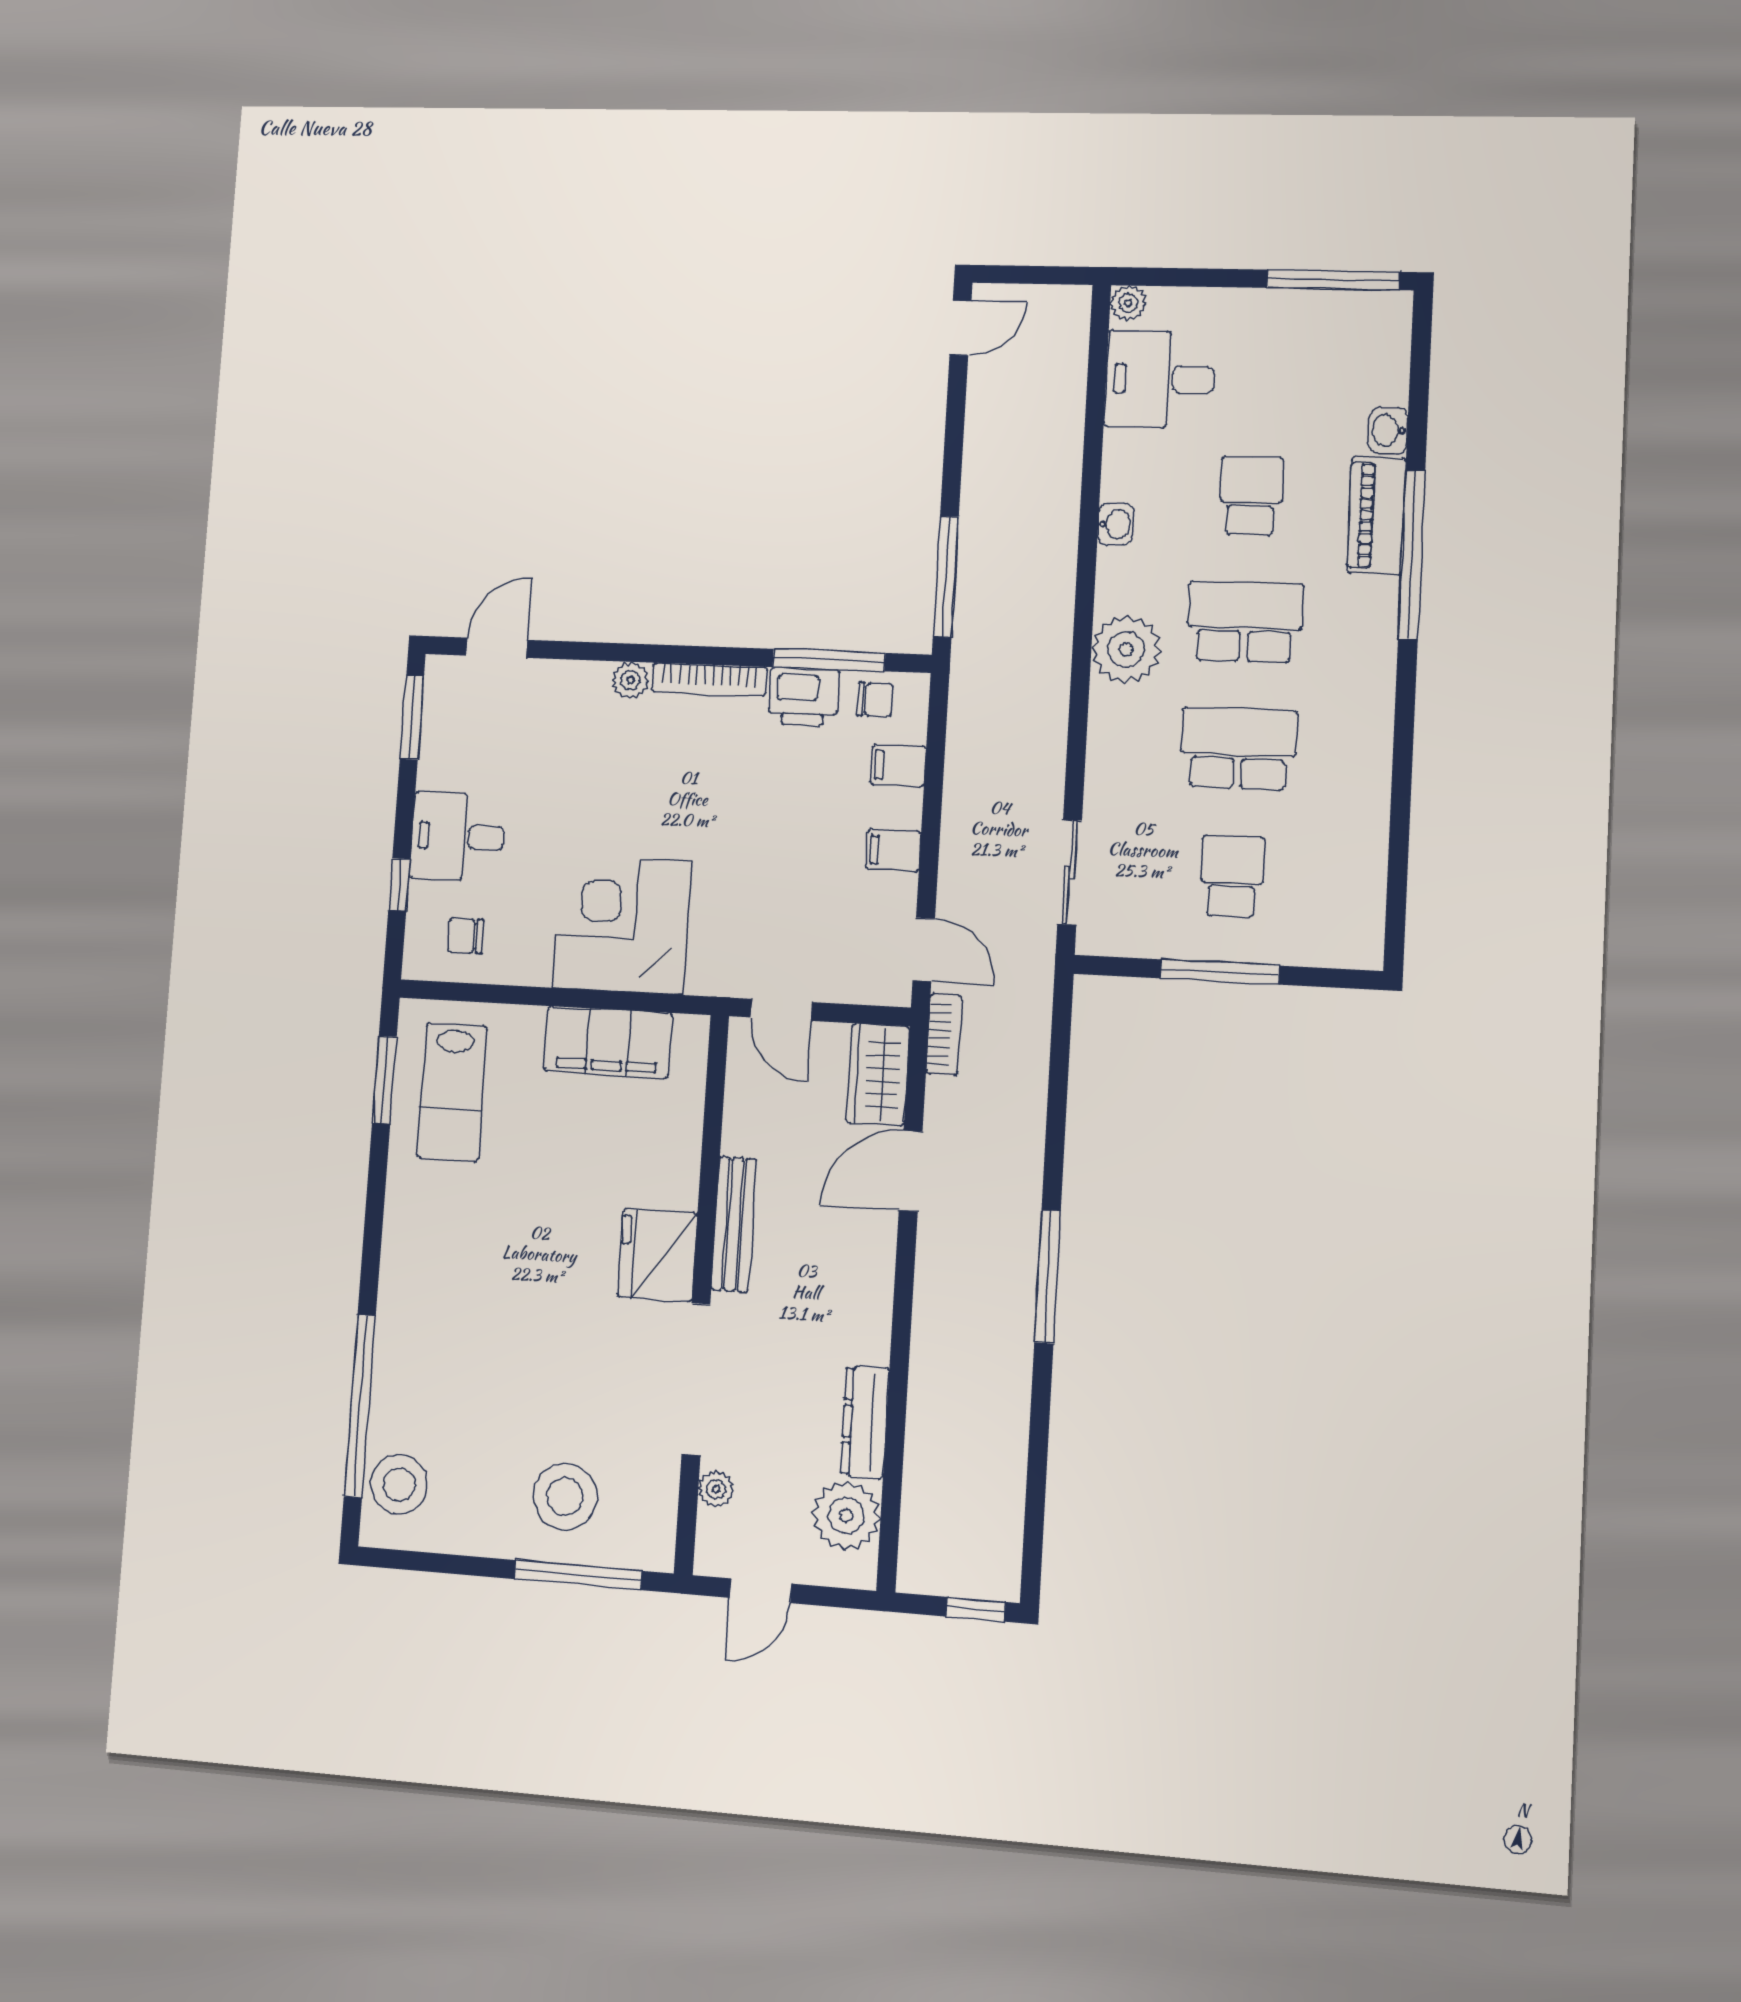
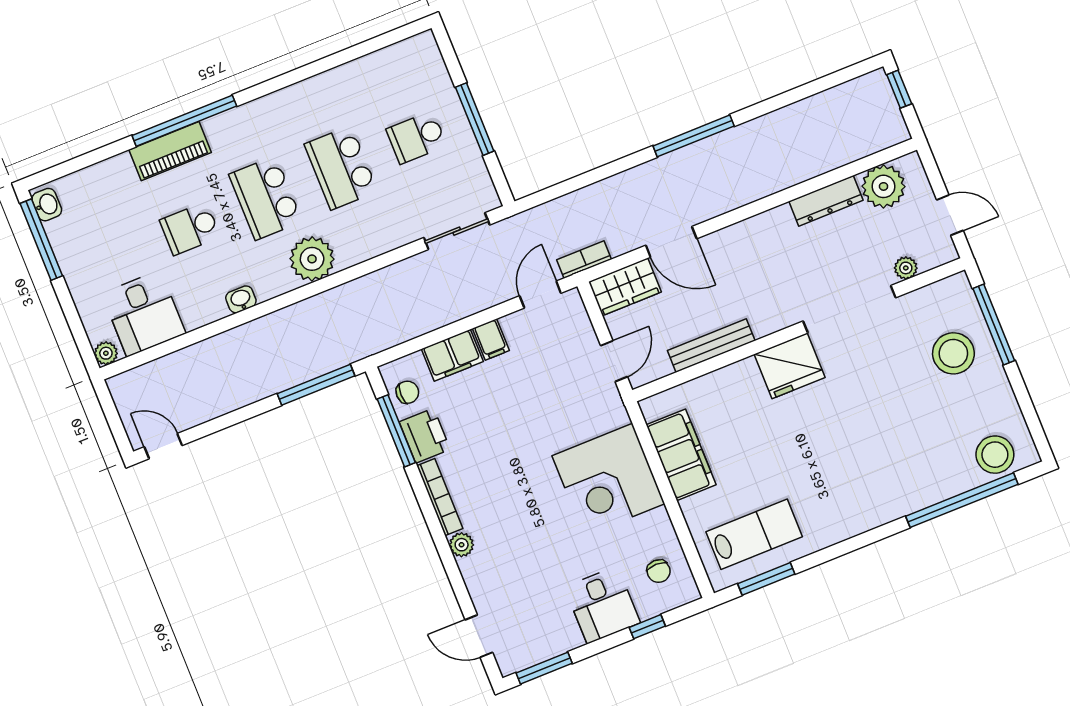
washbasin: (1388, 430) -> (47, 205), moved, turned -90
chair: (875, 700) -> (407, 392), turned 90
filing cabinet: (898, 766) -> (452, 355), width x2.00
bench: (734, 1224) -> (711, 346), moved

